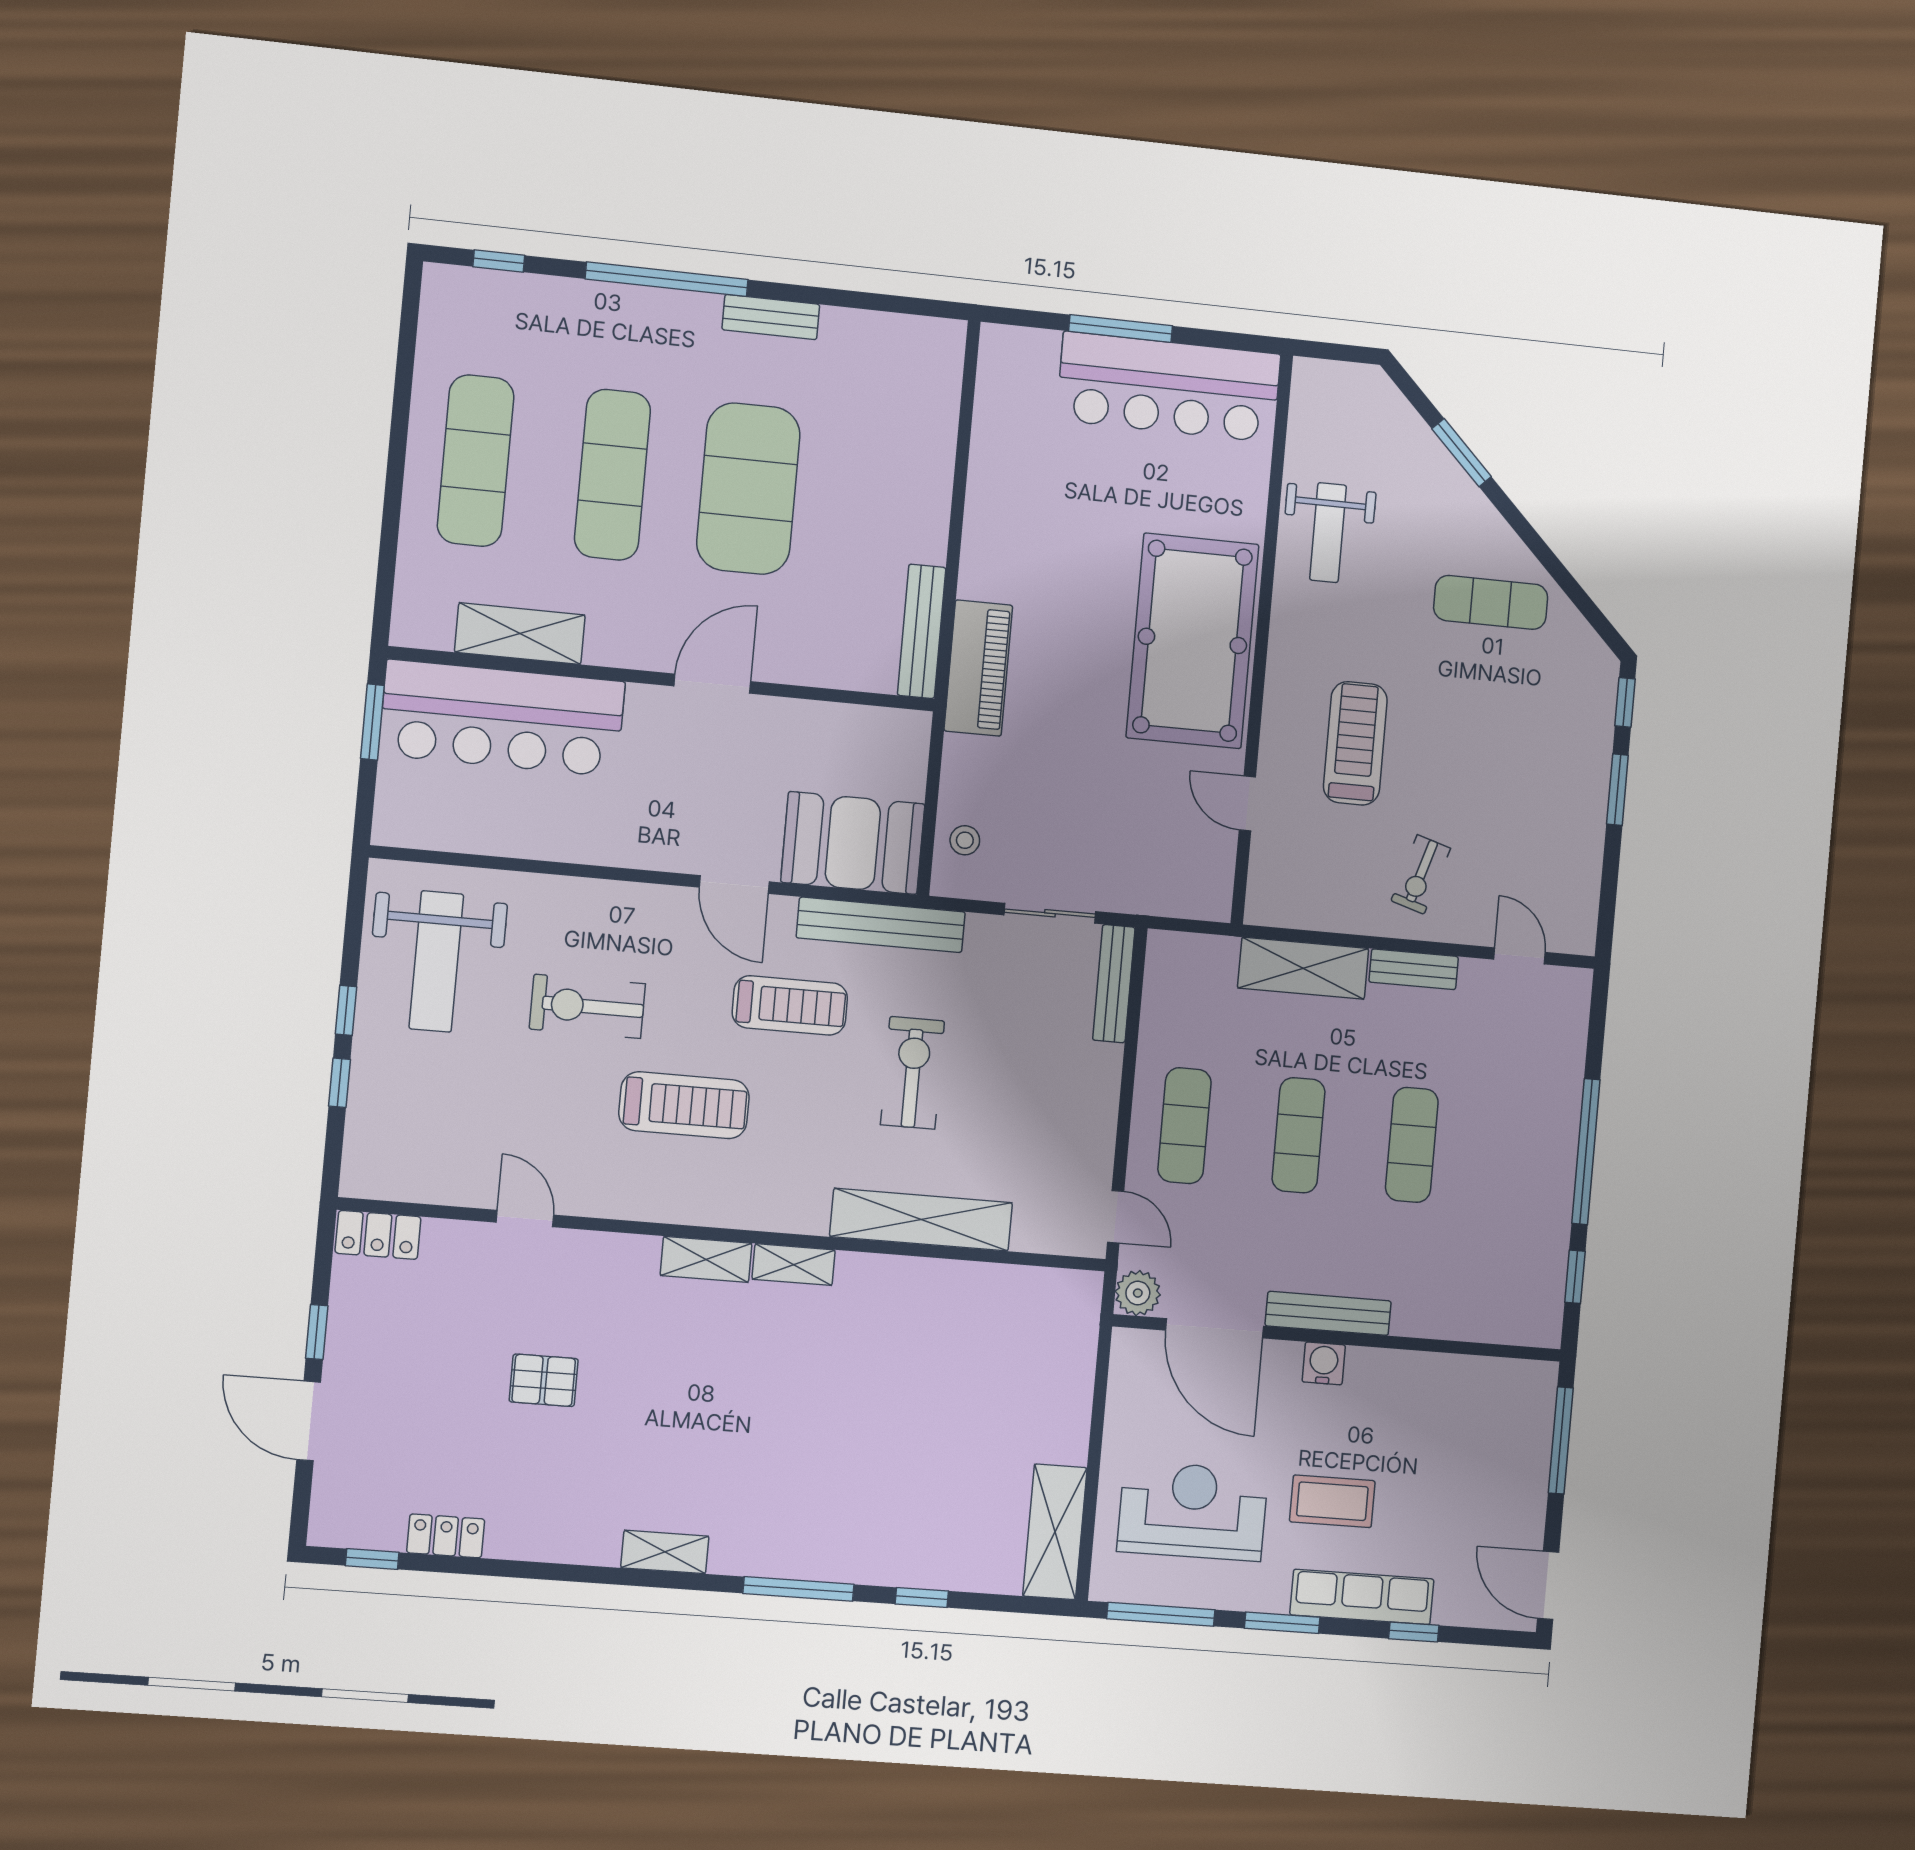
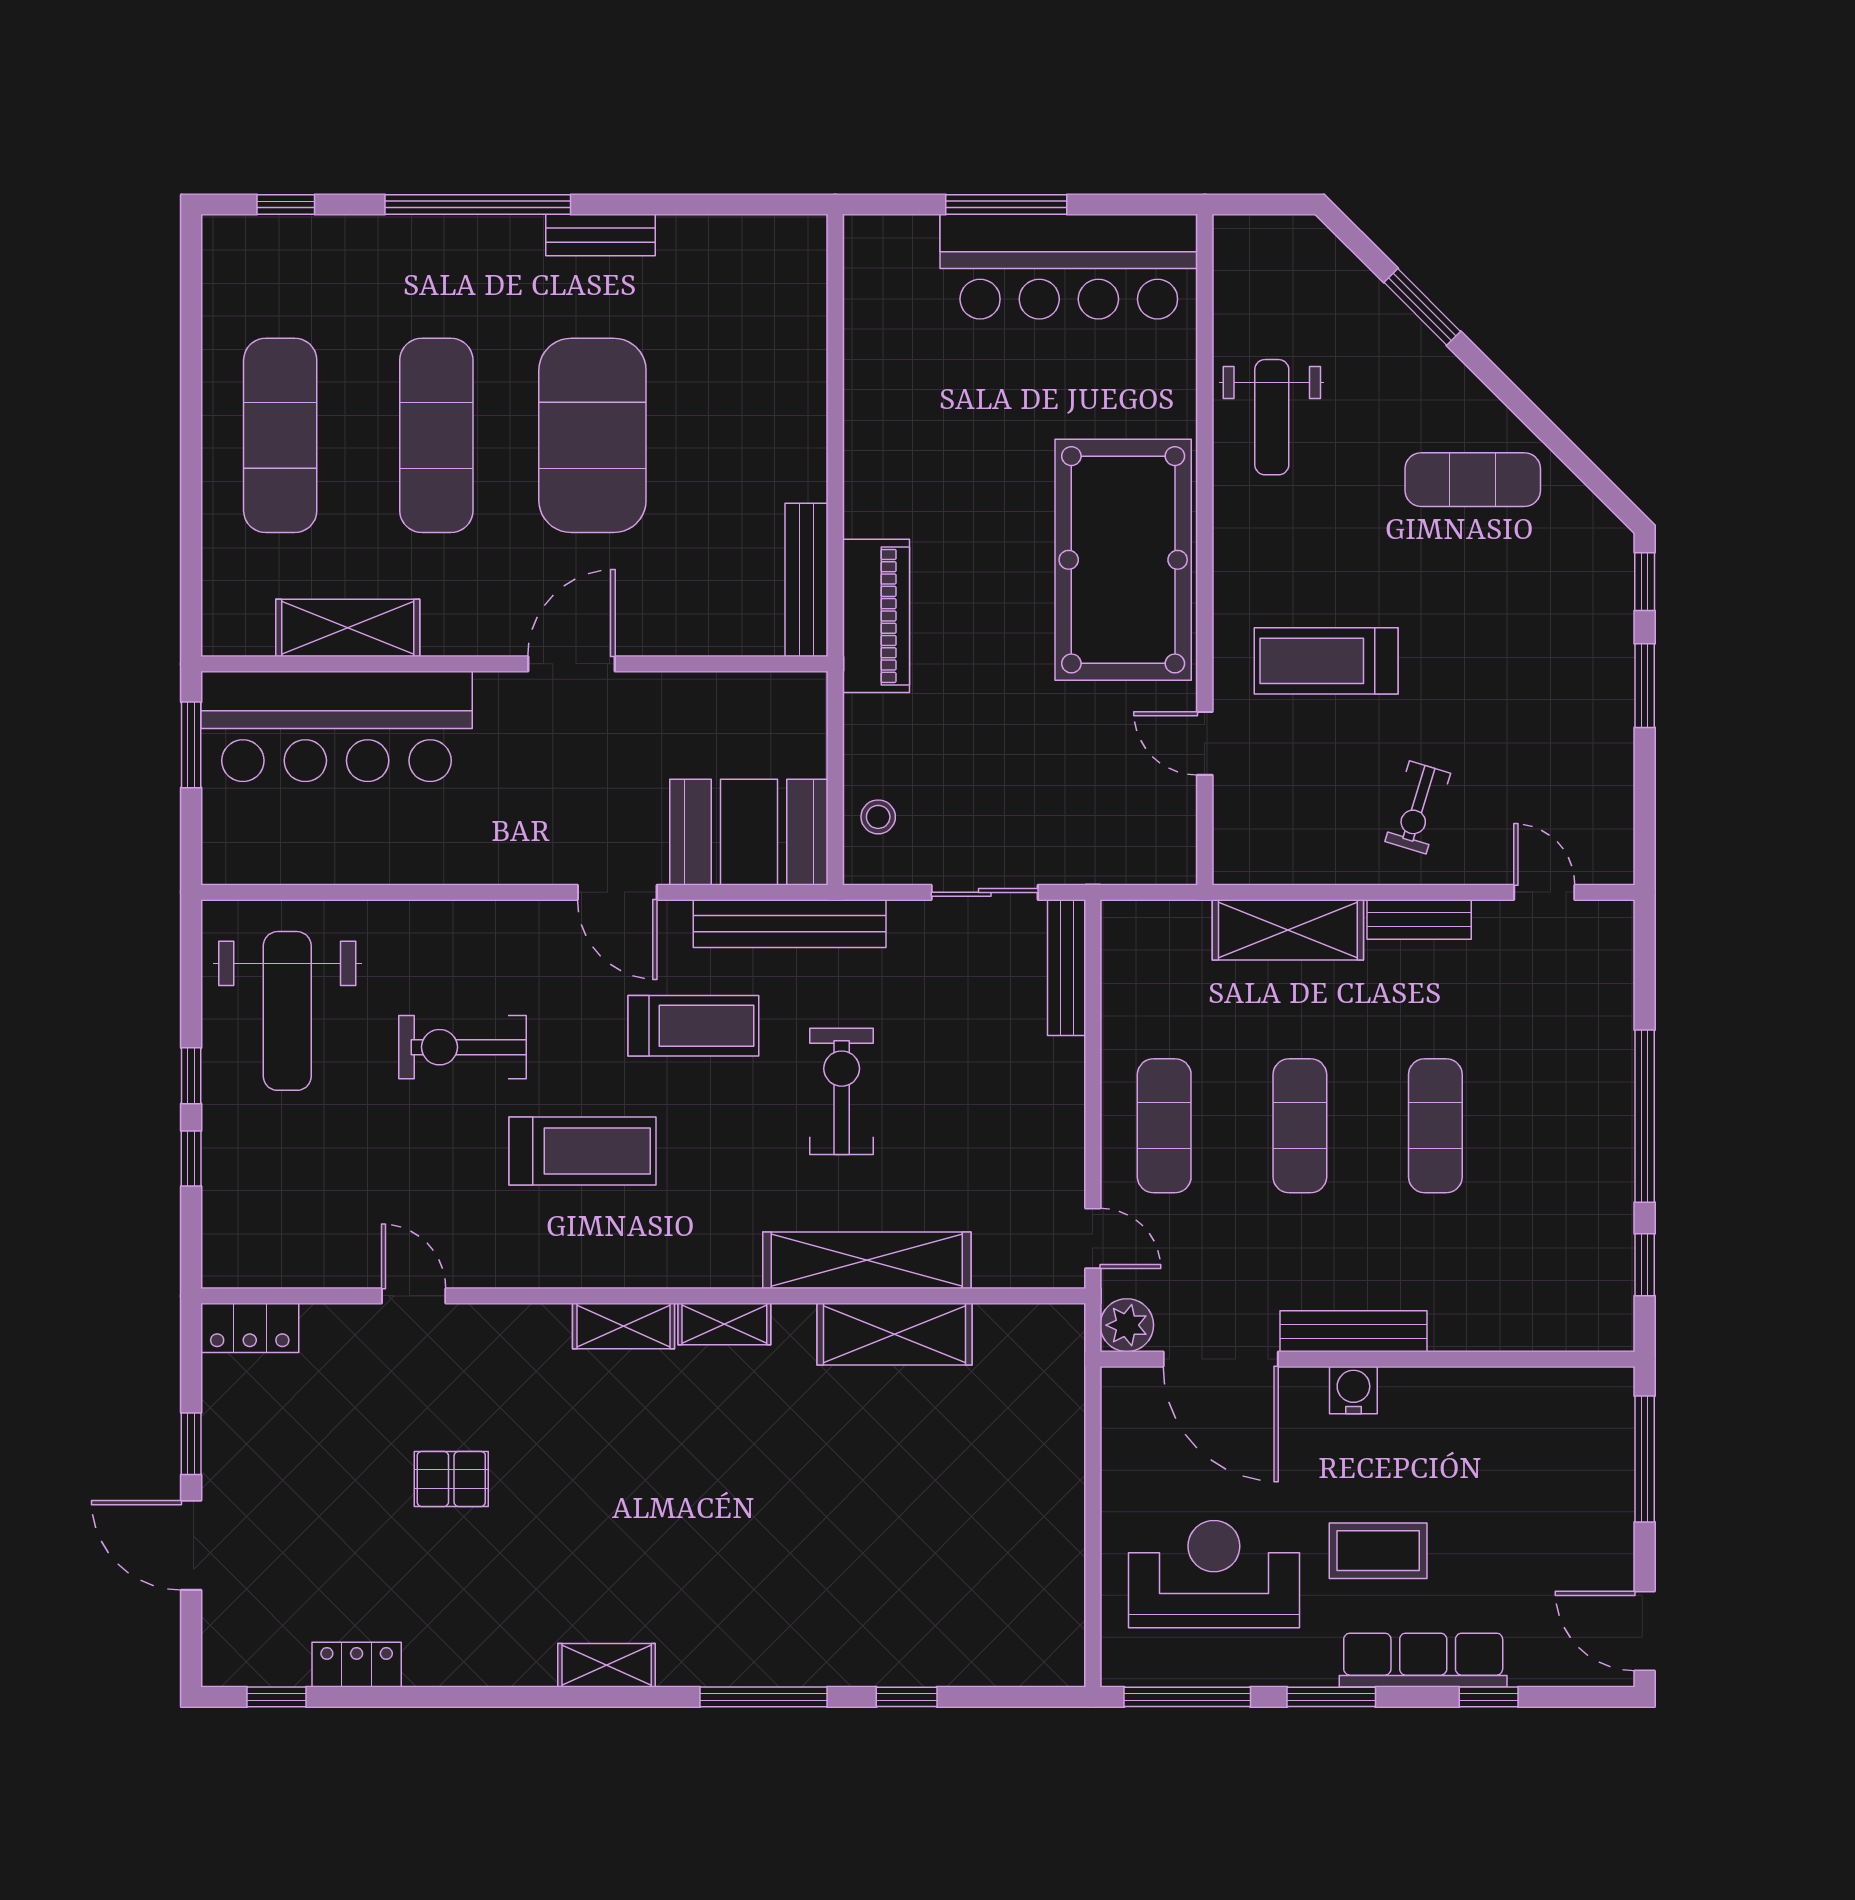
treadmill: (1355, 743) -> (1326, 661), turned -90
shelving: (1055, 1532) -> (894, 1334), moved, turned 90

